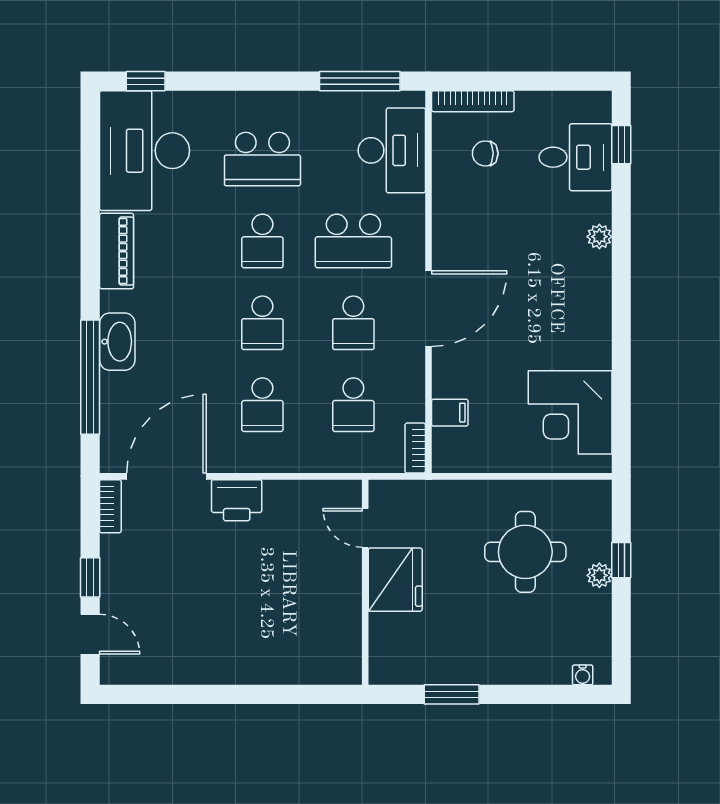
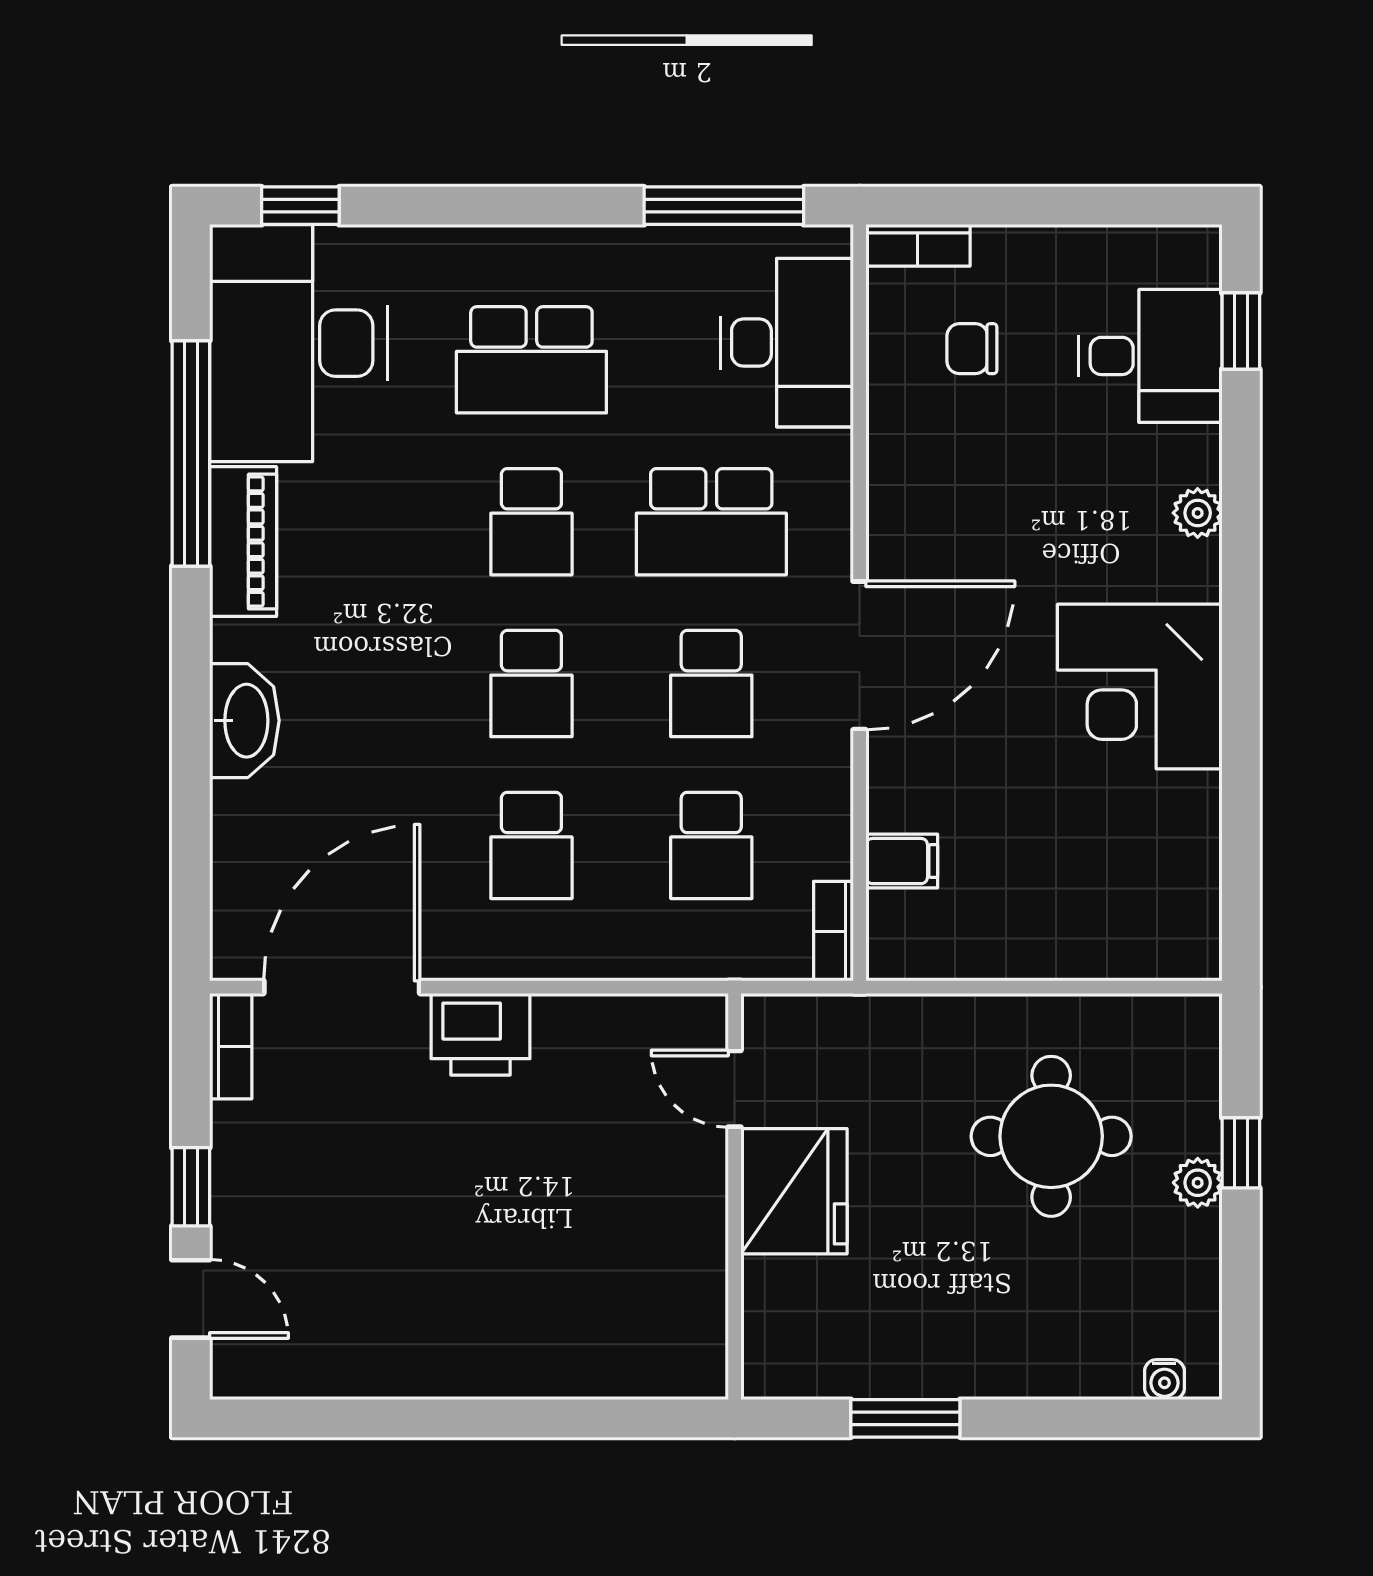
bookcase: (473, 101) -> (918, 245), width x0.64
window: (90, 377) -> (191, 453), moved
corner desk: (570, 412) -> (1140, 687), moved

